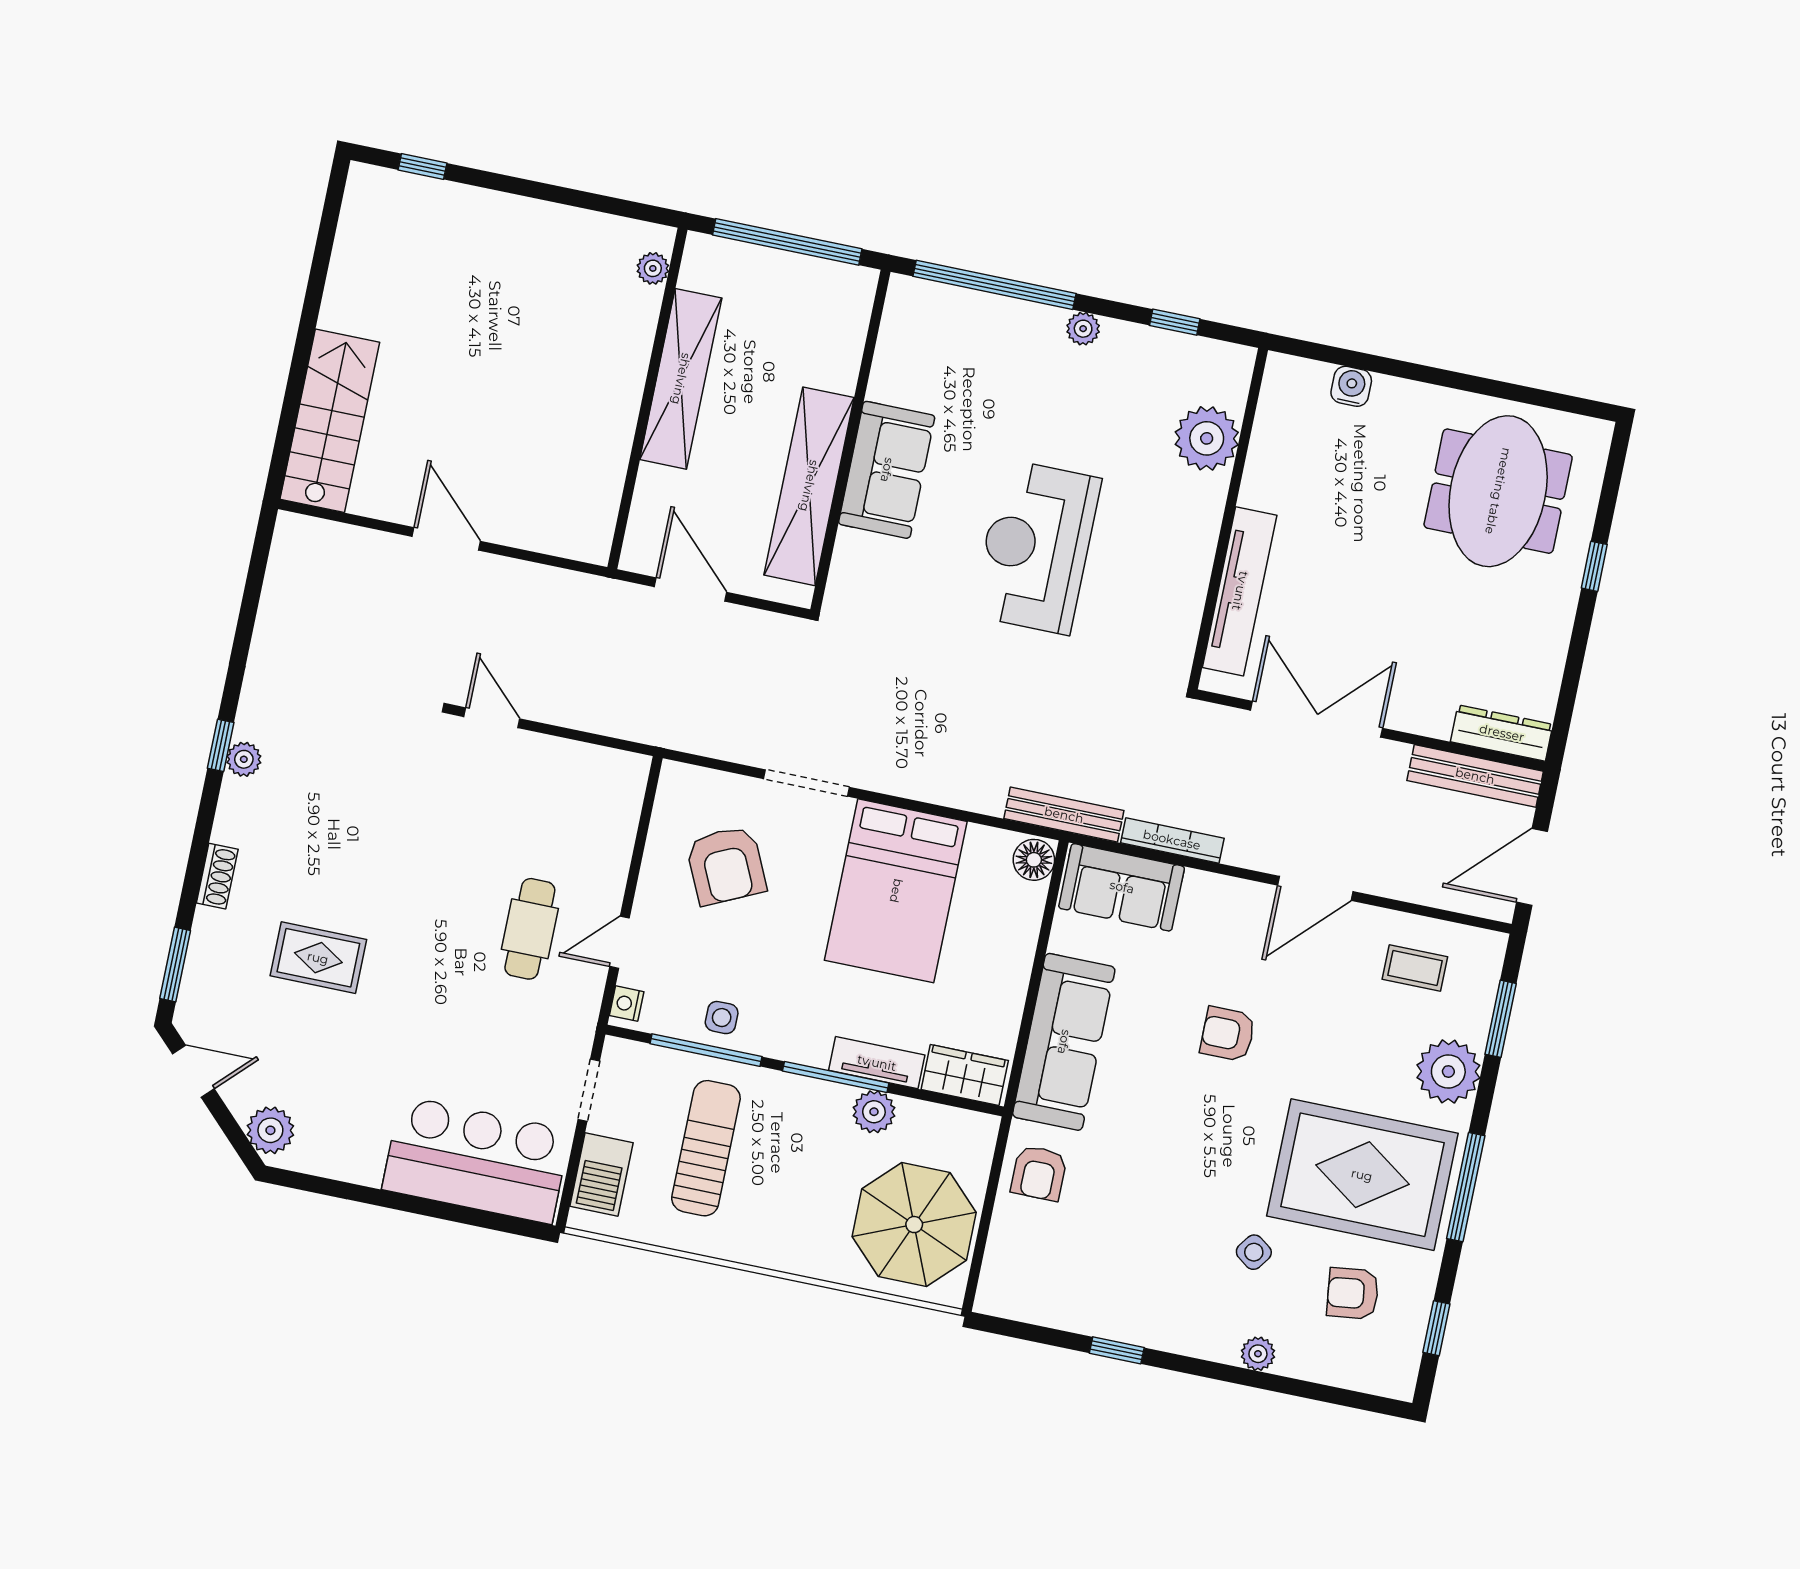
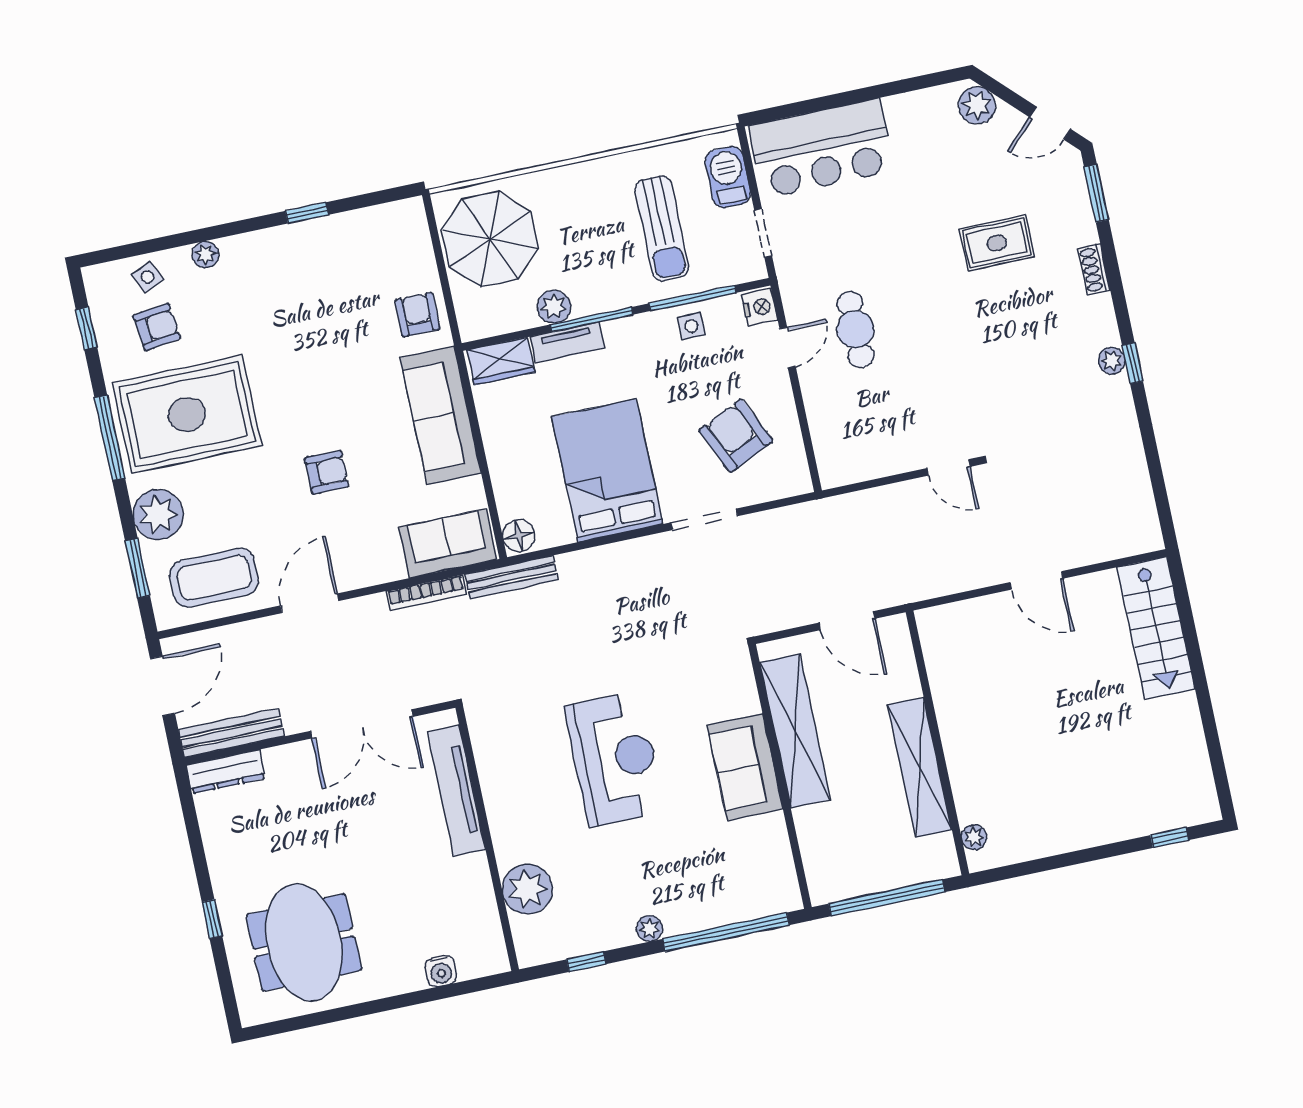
coffee table: (1415, 968) -> (214, 578), width x1.86, depth x1.72
nightstand: (627, 1004) -> (760, 307), width x1.39, depth x1.35
side table: (1254, 1252) -> (148, 277), moved, turned 30

